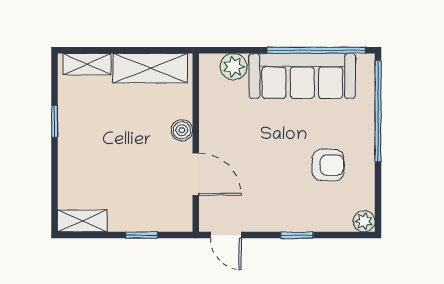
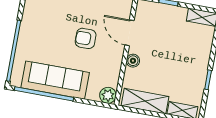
plant: (234, 67) -> (108, 95), moved
armchair: (328, 165) -> (86, 38), moved

